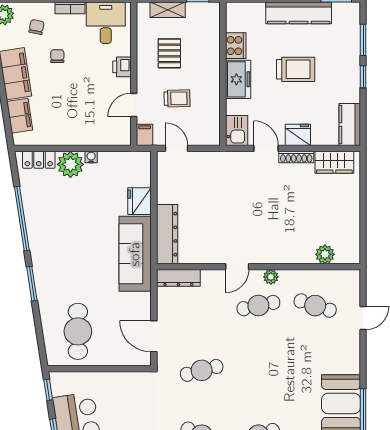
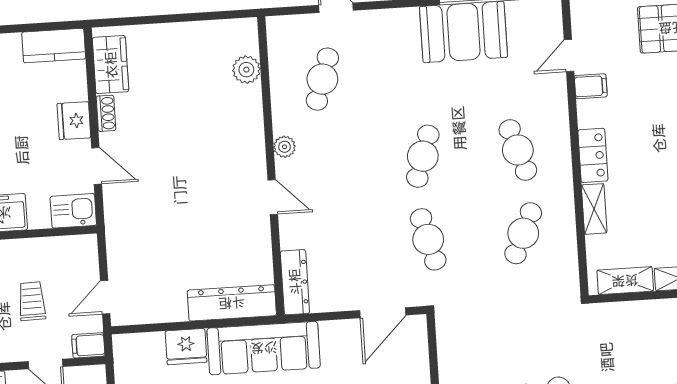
door: (266, 148) -> (97, 166), swing flipped
shoe rack: (296, 157) -> (106, 113), width x0.70
cafe table: (258, 306) -> (423, 156), moved, turned 30

